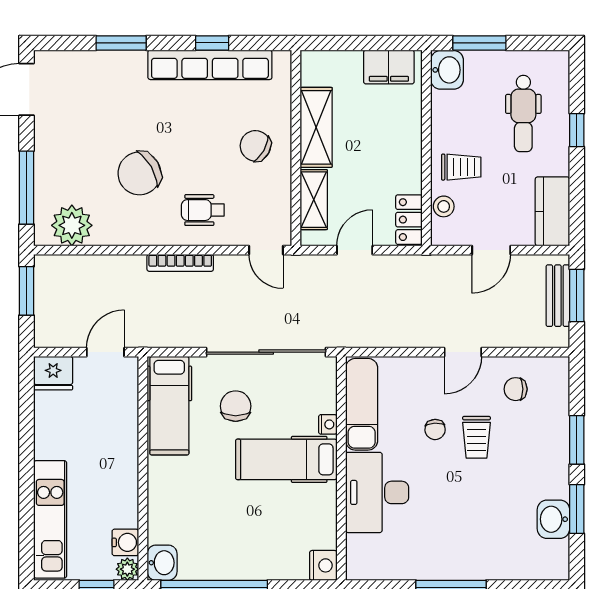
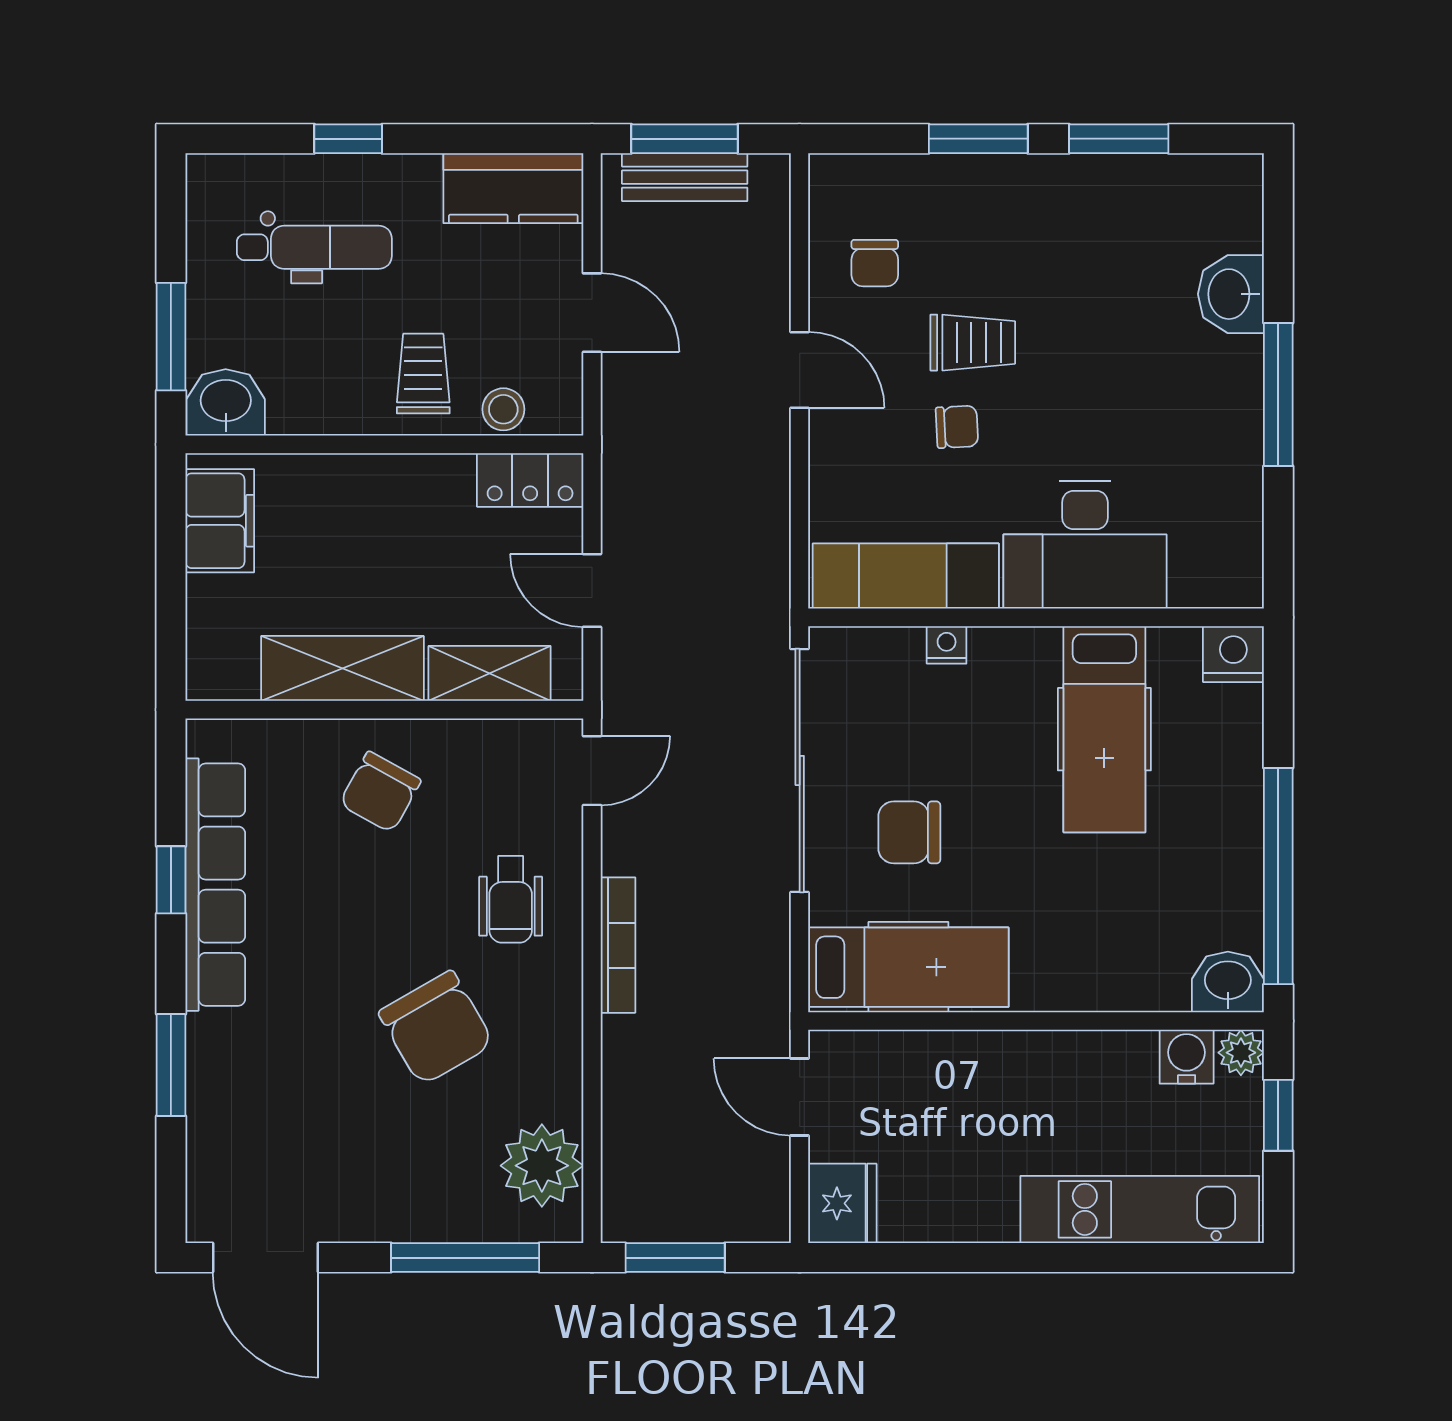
hospital bed: (286, 459) -> (1104, 729), moved
washbasin: (553, 519) -> (1231, 294), moved, turned 90

